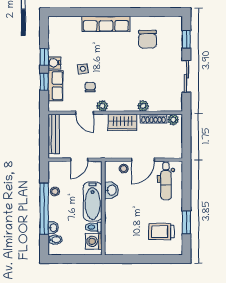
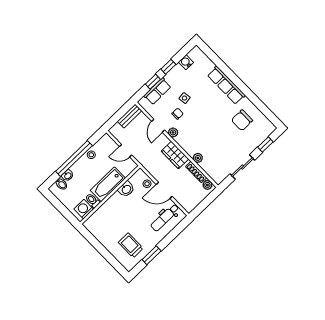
water cooler: (54, 63) -> (186, 62), moved
bench: (54, 134) -> (130, 116), width x0.73

